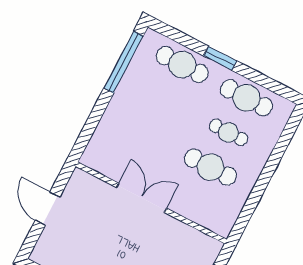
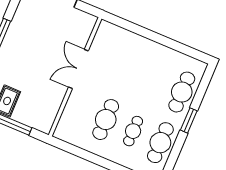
window: (124, 62) -> (180, 47), removed
double door: (141, 198) -> (78, 69), swing flipped

